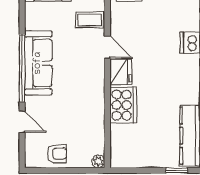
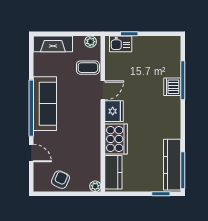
door: (107, 47) -> (103, 90), hinge flipped
kitchen counter: (120, 145) -> (113, 172), added
armchair: (57, 153) -> (61, 180), turned -66

